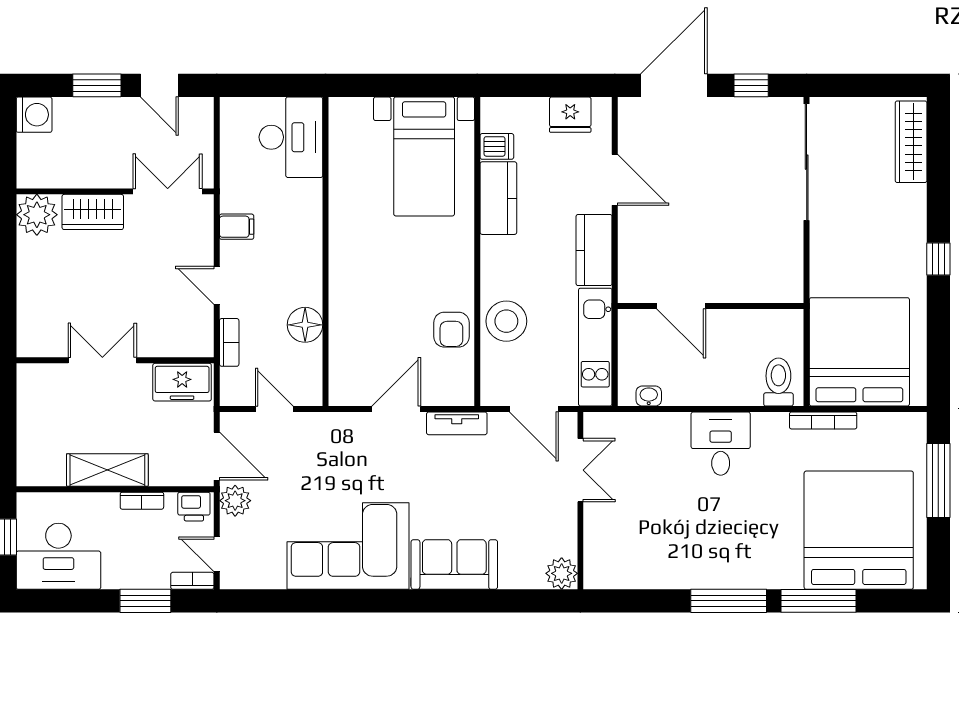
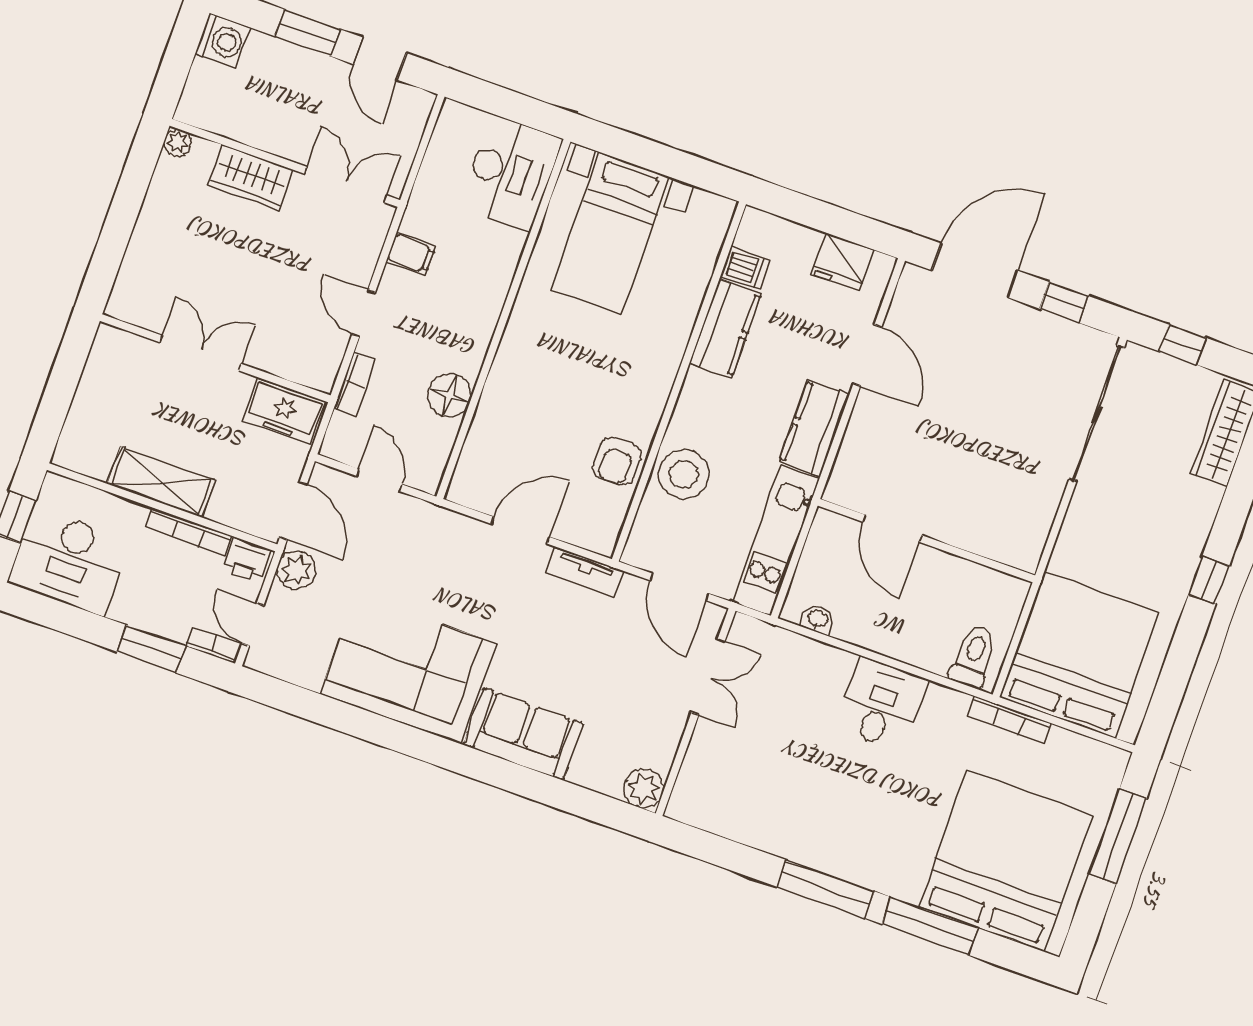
window: (854, 85) -> (1183, 344), added
bed with nightstands: (424, 156) -> (611, 233), moved
plant: (37, 215) -> (178, 143), width x0.53, depth x0.53
bookcase: (142, 501) -> (188, 532), width x1.56

